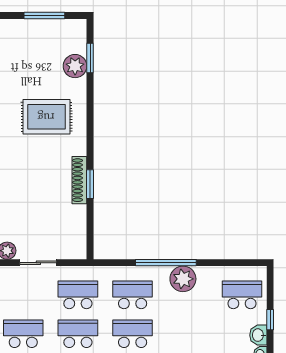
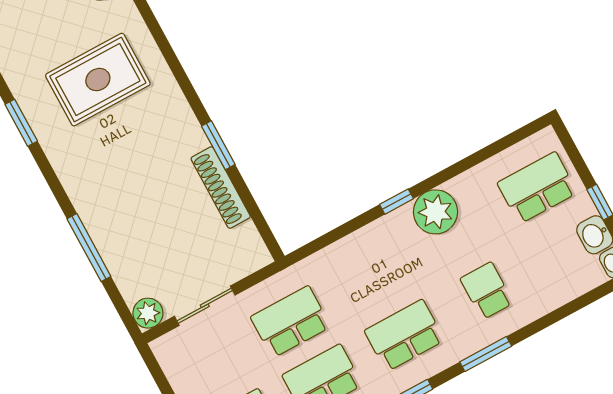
shoe rack: (79, 180) -> (221, 188), moved
window: (166, 263) -> (397, 202), width x0.32
school desk: (133, 295) -> (487, 291), moved, width x0.54

